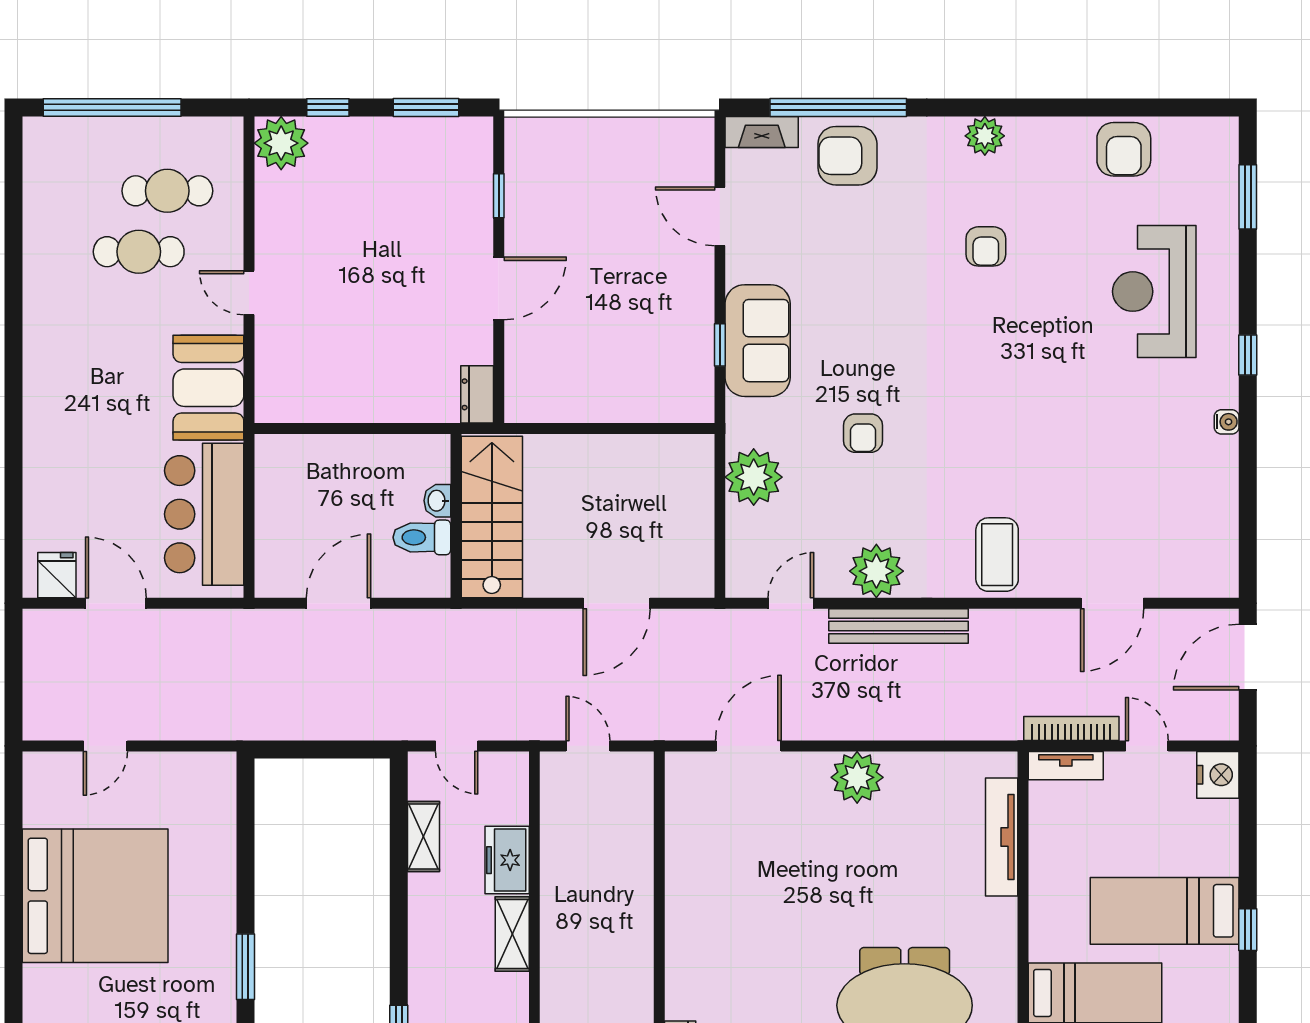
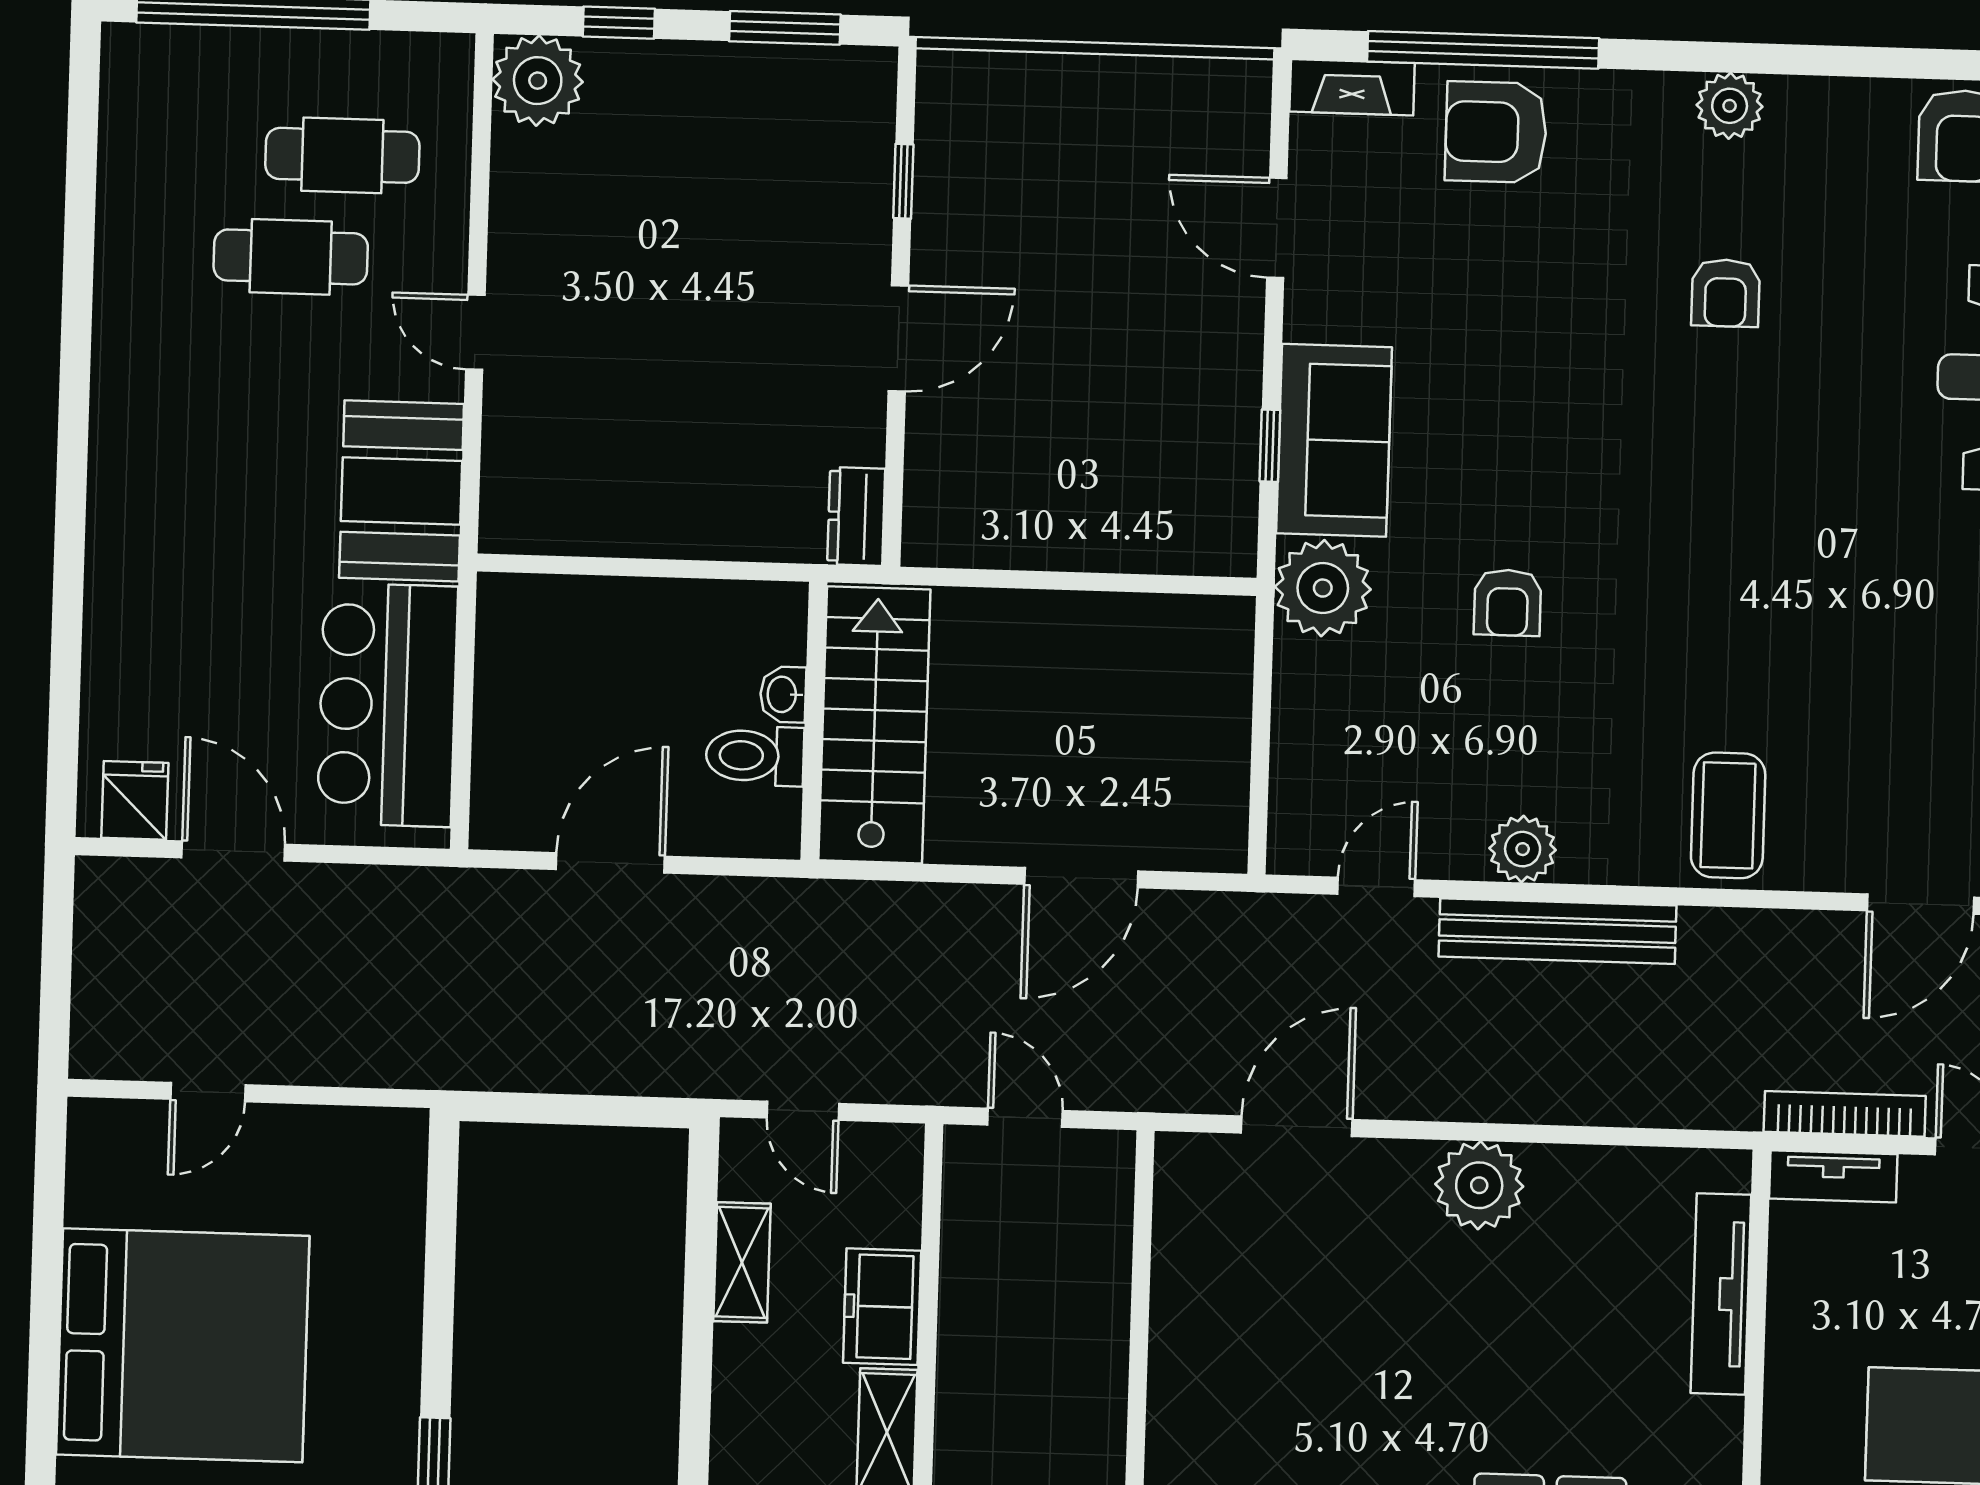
plant: (754, 477) -> (1323, 588), moved
plant: (876, 571) -> (1523, 849), width x0.73, depth x0.73

